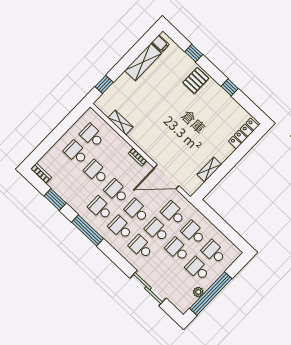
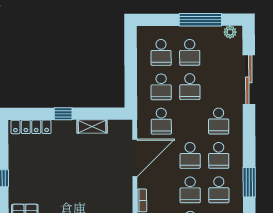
window: (233, 160) -> (63, 114), added
door: (167, 177) -> (135, 158), hinge flipped
window: (87, 230) -> (249, 182), width x0.69
school desk: (157, 230) -> (190, 121), removed
plant: (198, 292) -> (230, 32), moved
window: (211, 294) -> (200, 20), width x0.68

